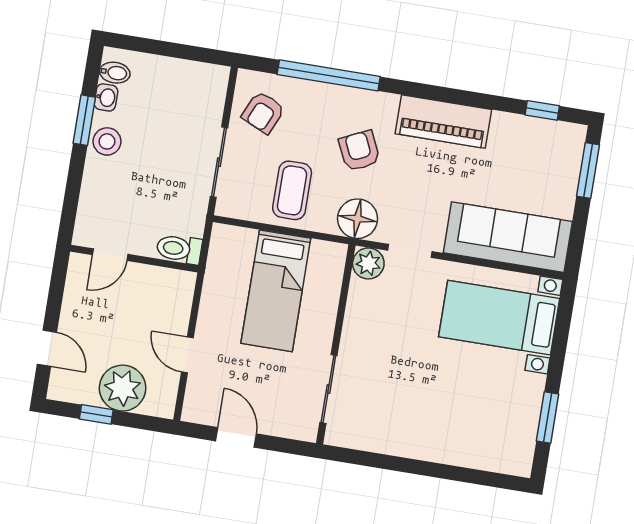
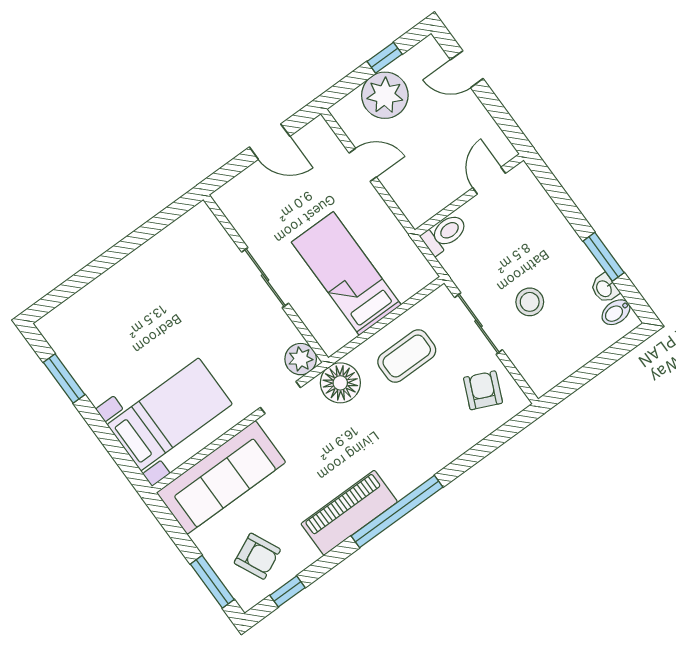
window: (329, 75) -> (397, 512), moved
stool: (107, 141) -> (530, 302), moved
armchair: (359, 151) -> (257, 556), moved
coffee table: (292, 190) -> (407, 356), turned 90
sliding door: (328, 389) -> (265, 278), moved

